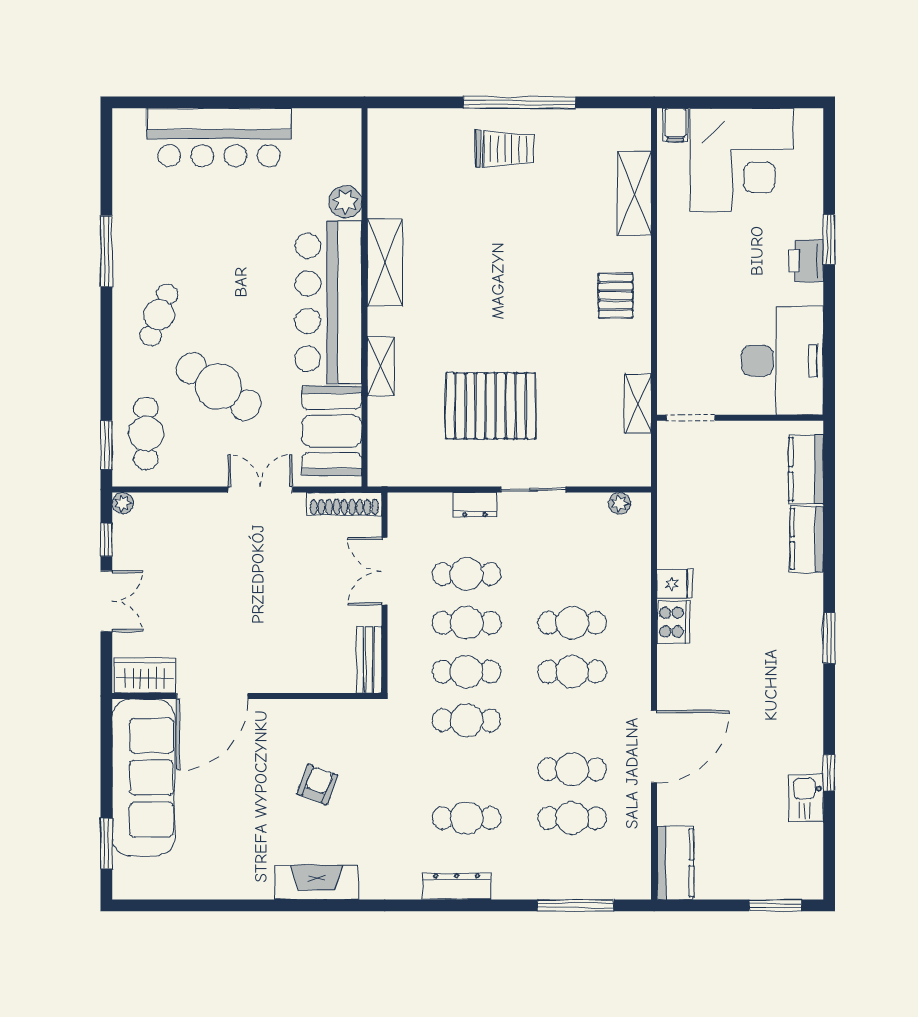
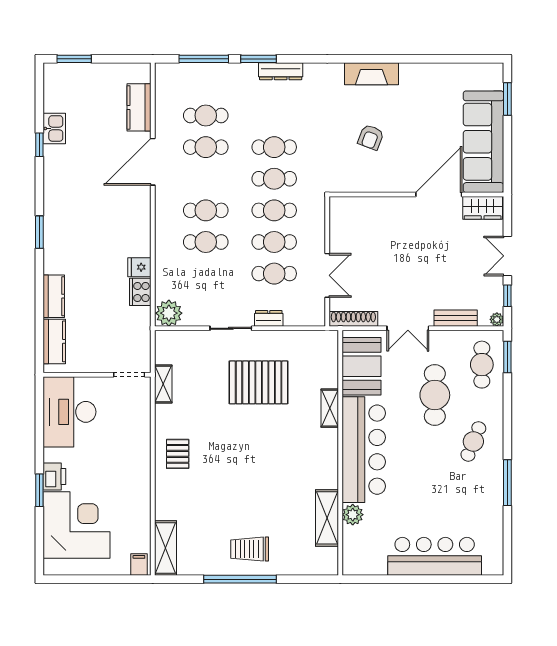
corner desk: (742, 160) -> (77, 525), moved, turned 90
shelving: (634, 193) -> (165, 548), moved
shelving: (385, 262) -> (327, 518), moved
cafe table: (219, 387) -> (435, 395), turned 56
plant: (620, 503) -> (169, 313), width x1.88, depth x1.88
cooker: (673, 622) -> (140, 292), moved
bench: (369, 660) -> (456, 318), moved, turned 90
cafe table: (467, 818) -> (274, 147), moved
kitchen counter: (675, 863) -> (139, 107), moved
window: (491, 905) -> (258, 59), added

